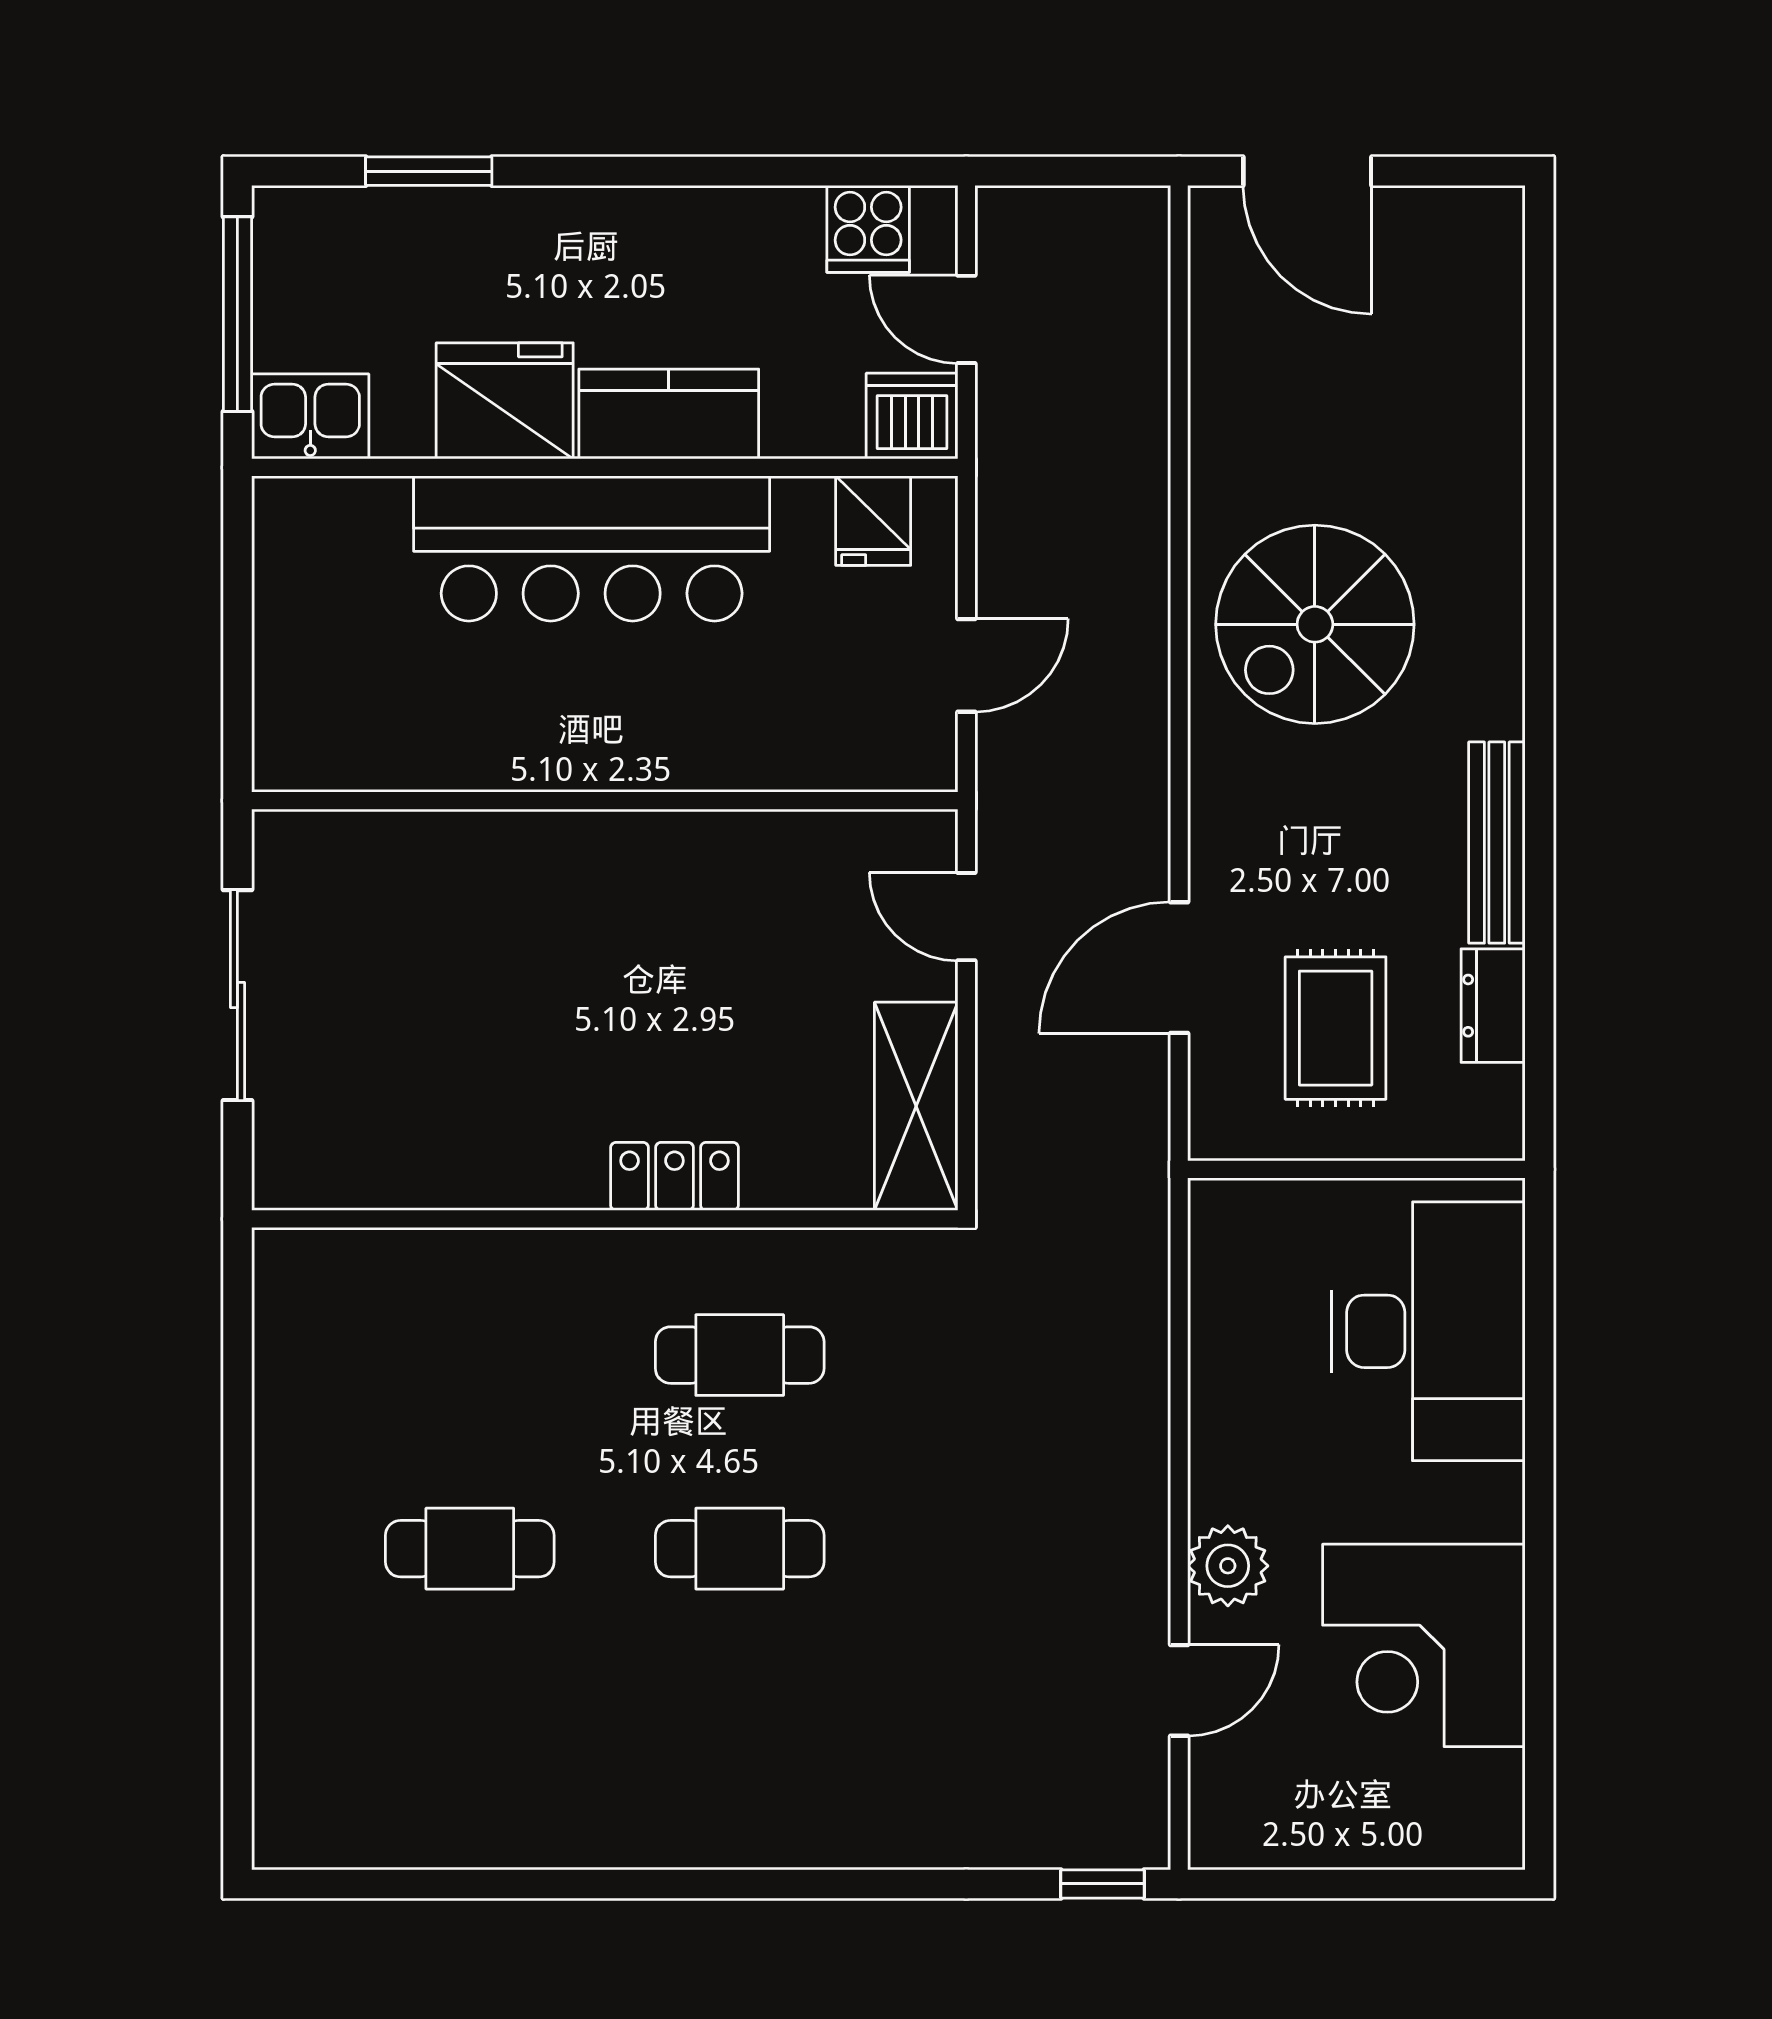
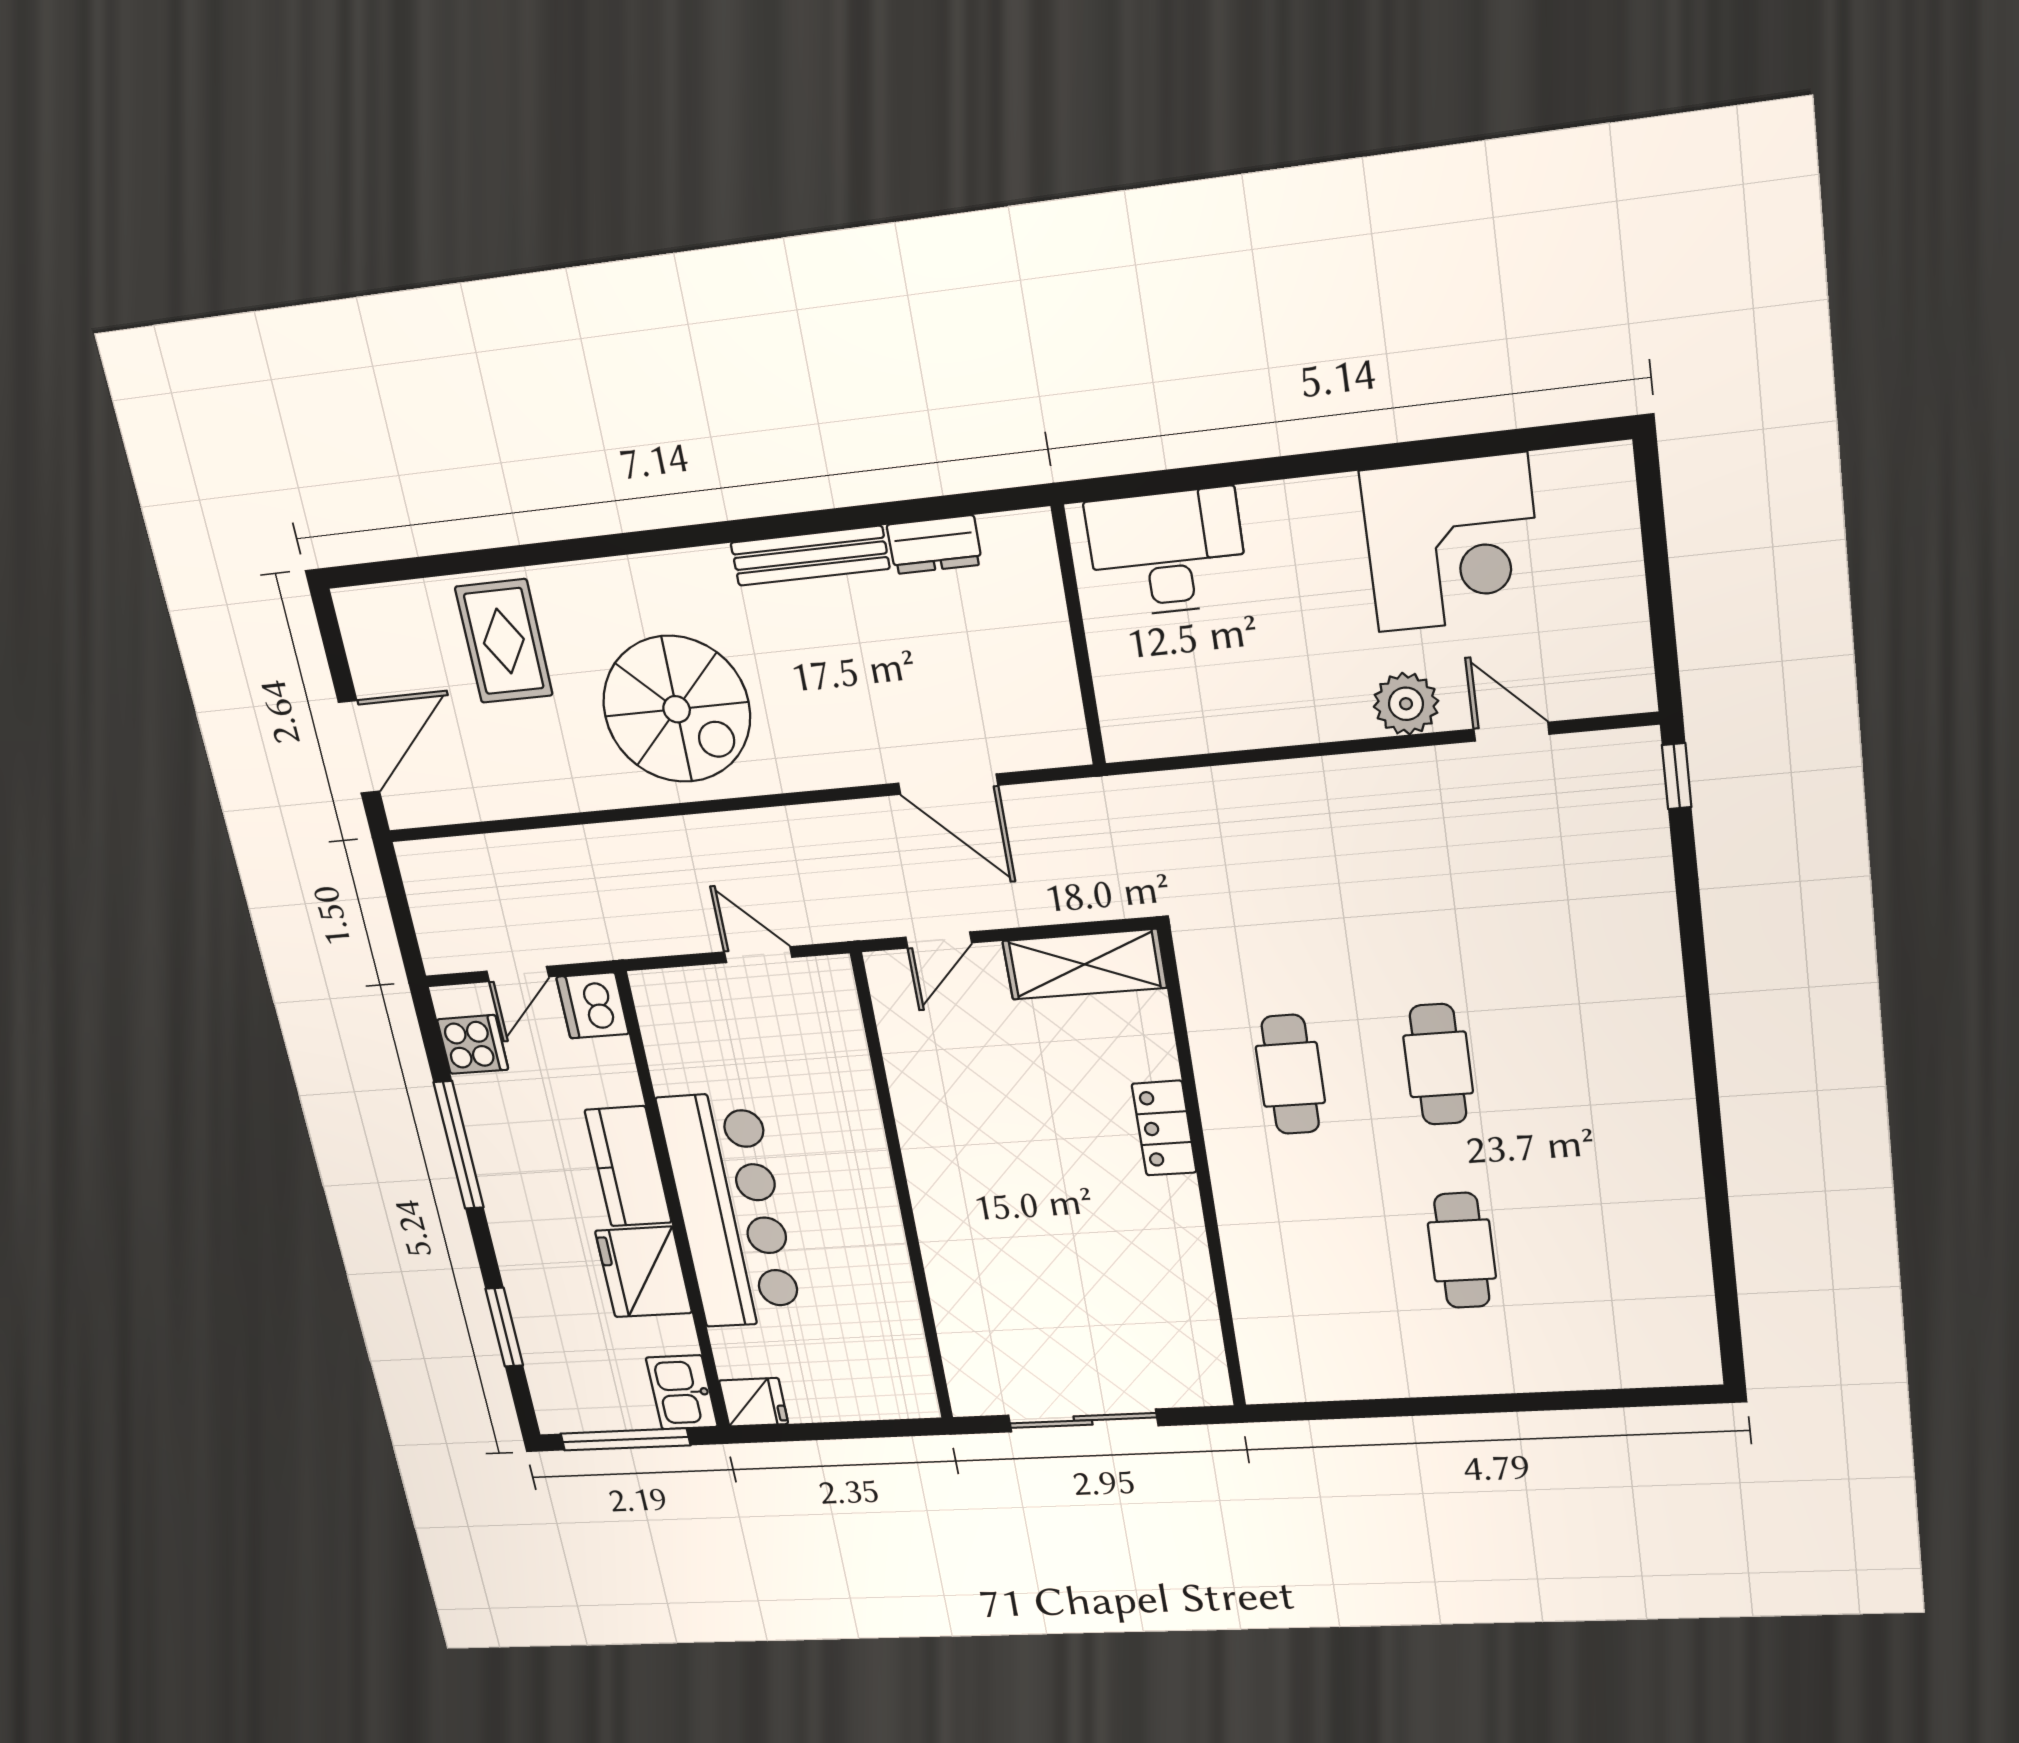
window: (718, 171) -> (459, 1145), added
fridge: (873, 521) -> (754, 1402), moved
rug: (1336, 1028) -> (504, 641), moved, turned 90
desk: (1428, 1331) -> (1167, 553), width x0.73, depth x0.77

